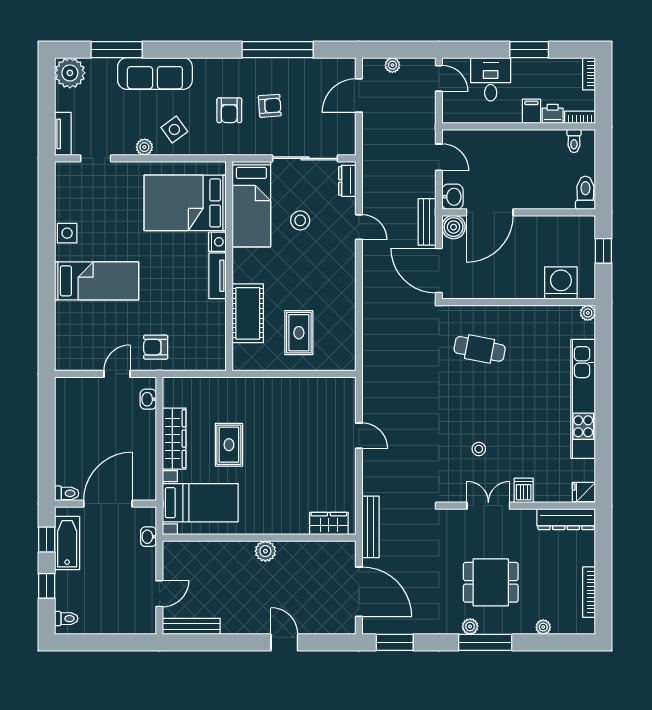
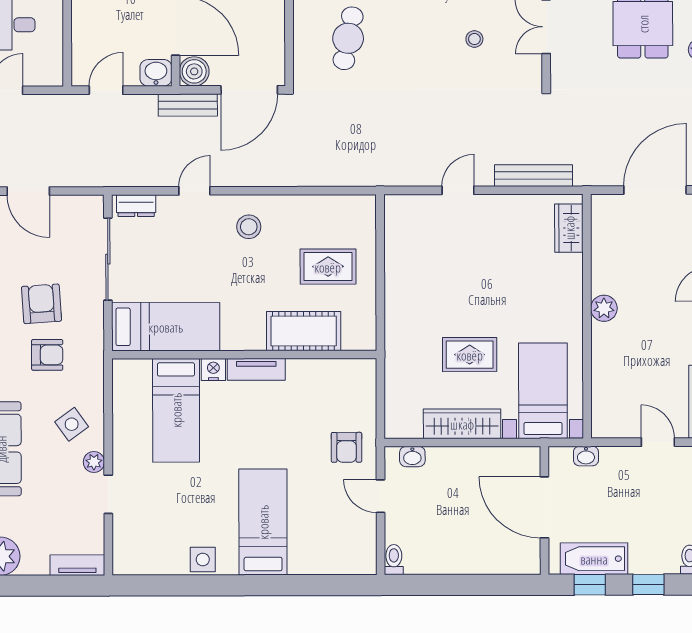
armchair: (270, 106) -> (41, 304), width x1.38, depth x1.38
doorway: (96, 158) -> (108, 494), moved
bed: (185, 203) -> (176, 410), width x0.67
stool: (300, 220) -> (249, 227), moved
toilet: (67, 493) -> (394, 560), moved
bench: (371, 527) -> (534, 176), moved

